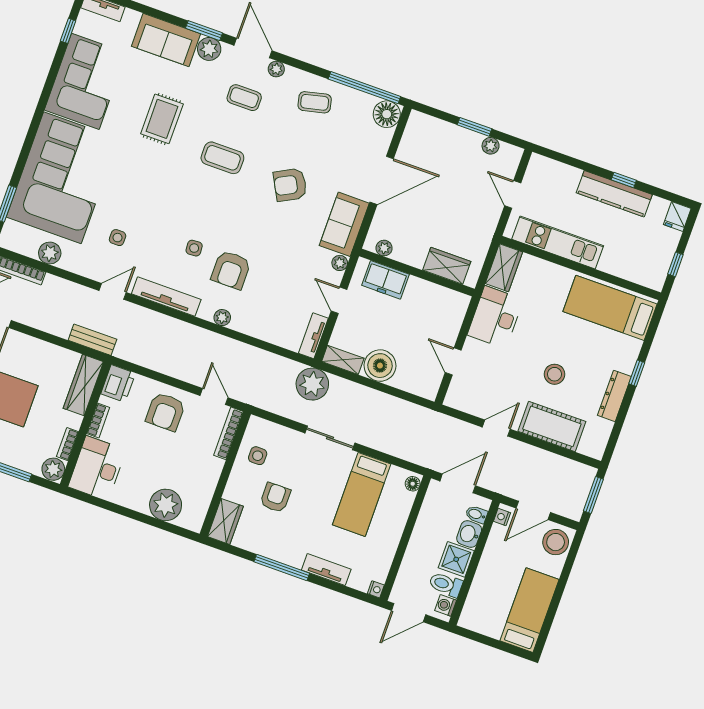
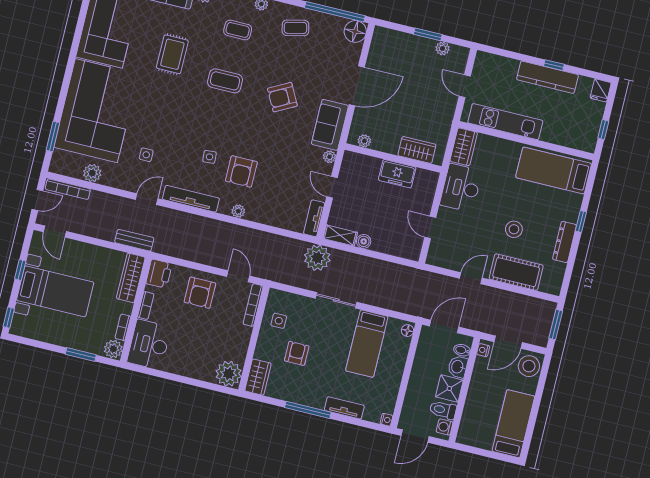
freezer: (385, 280) -> (397, 174), moved
boiler: (380, 366) -> (364, 241), width x0.54, depth x0.54
plant: (166, 505) -> (229, 374), moved

